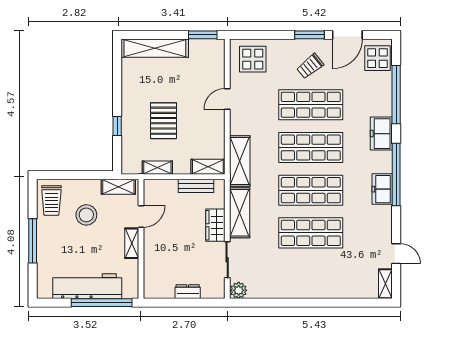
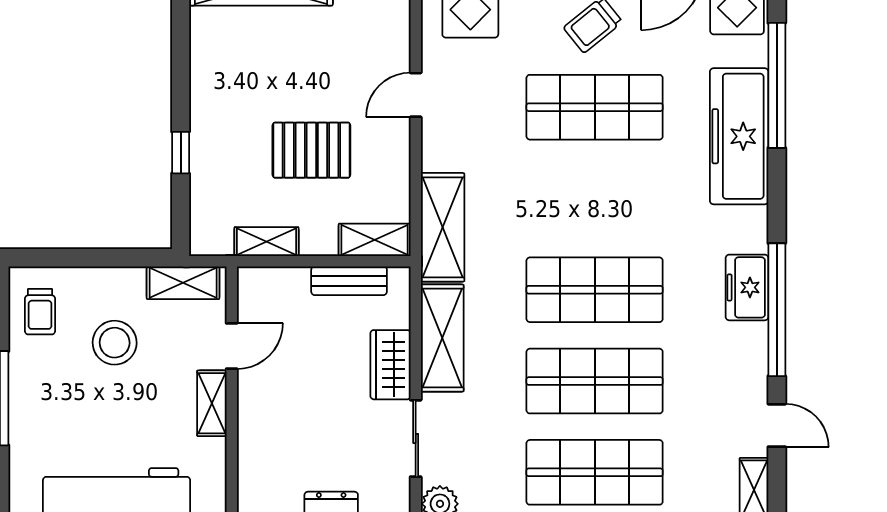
pallet: (163, 121) -> (311, 150), moved, turned 90
freezer: (381, 134) -> (739, 136), width x1.91, depth x1.26
shop shelf: (311, 147) -> (595, 472), moved
window: (396, 174) -> (777, 310), moved
trolley: (51, 200) -> (40, 312), width x0.73, depth x0.72

